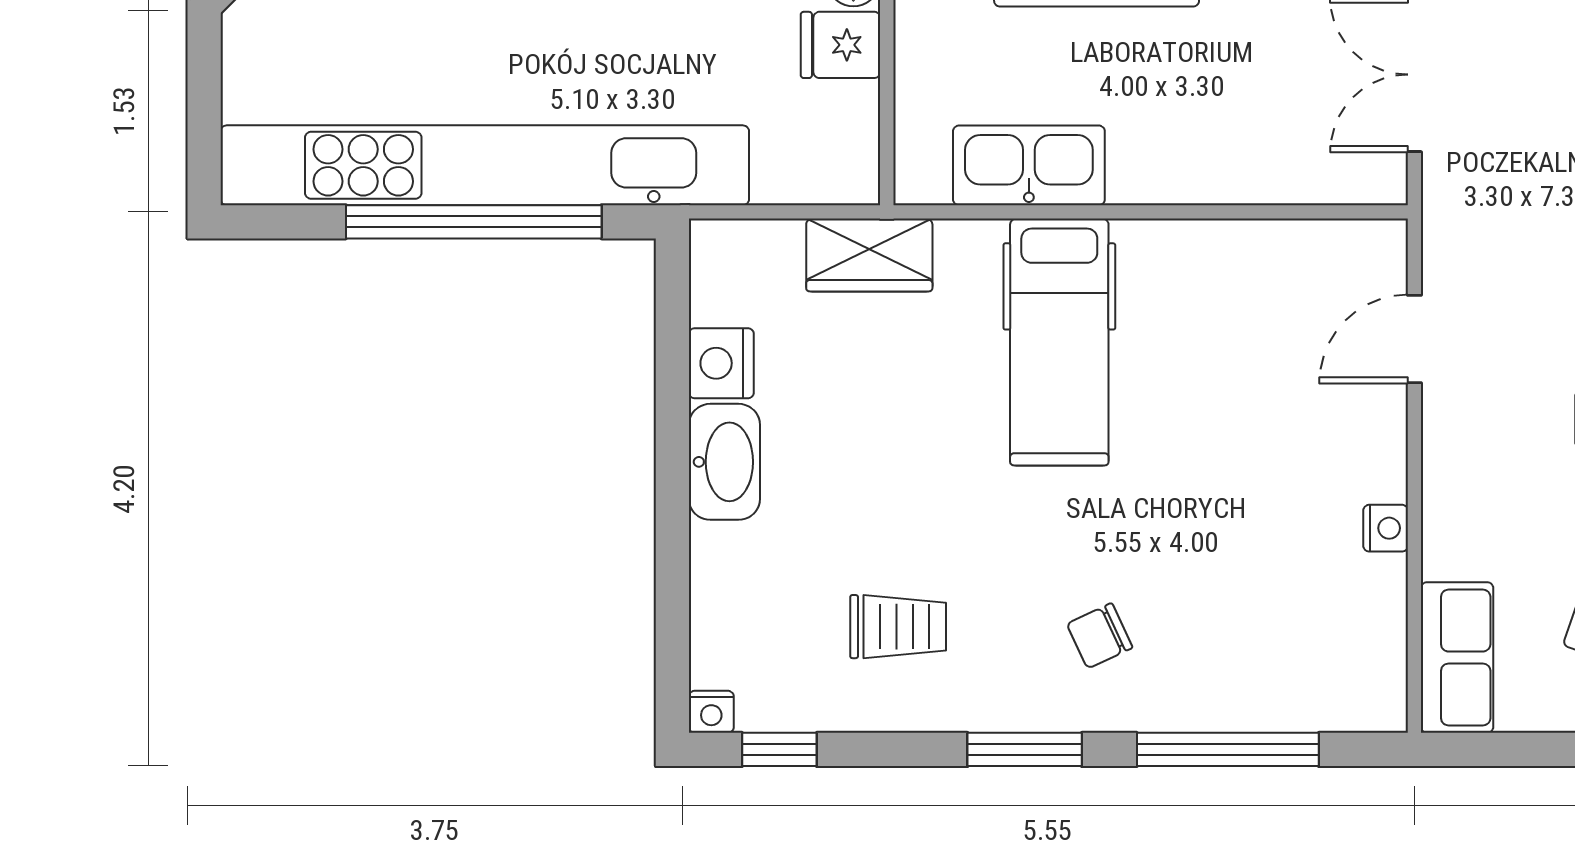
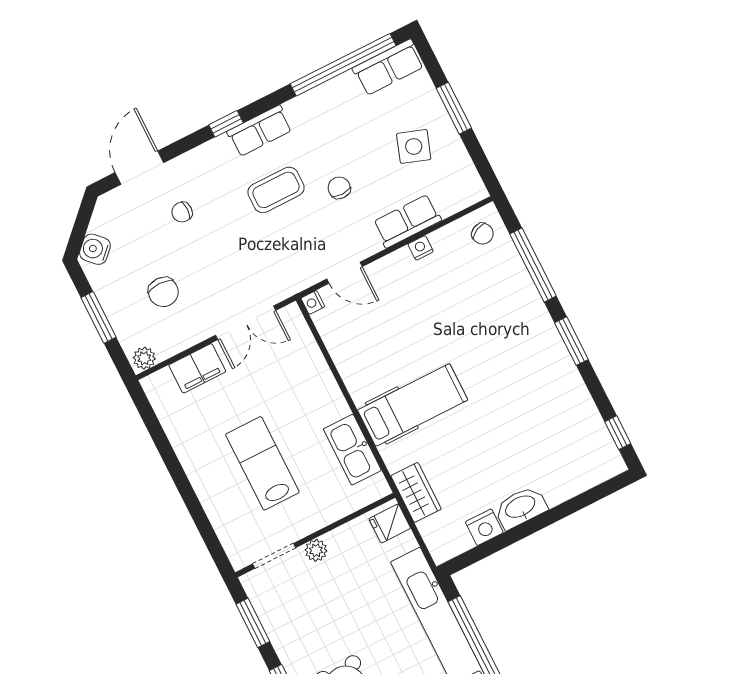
fridge: (840, 45) -> (390, 523), moved, turned 90
trolley: (898, 627) -> (549, 411), removed
chair: (1100, 636) -> (483, 234), moved
row of seats: (1457, 658) -> (407, 221), moved
nightstand: (711, 712) -> (313, 302), moved, turned 180

